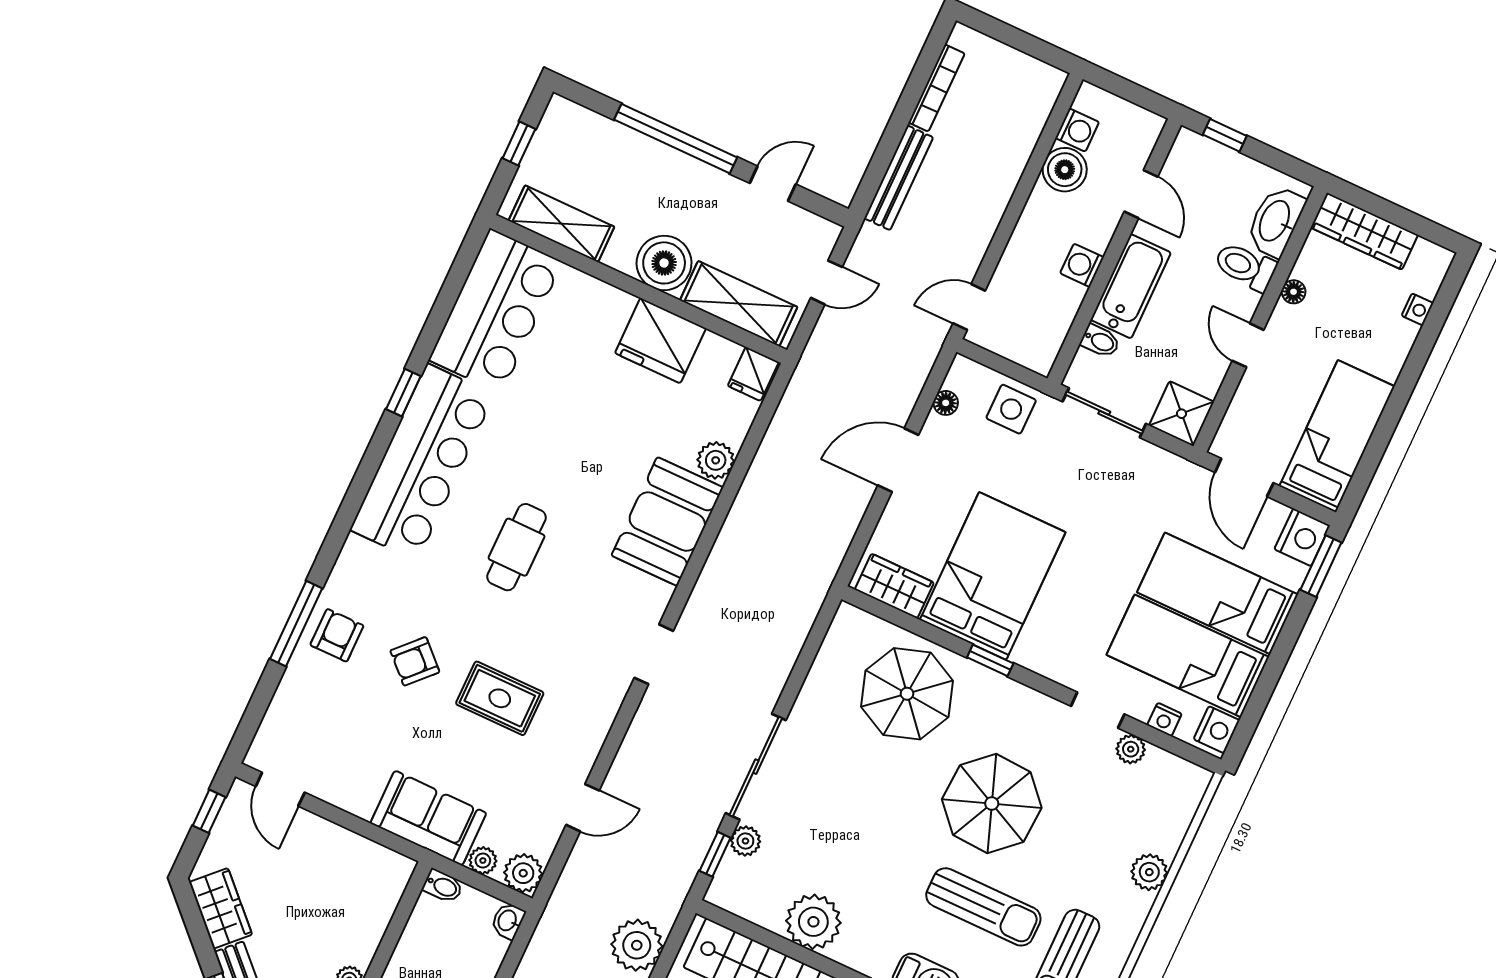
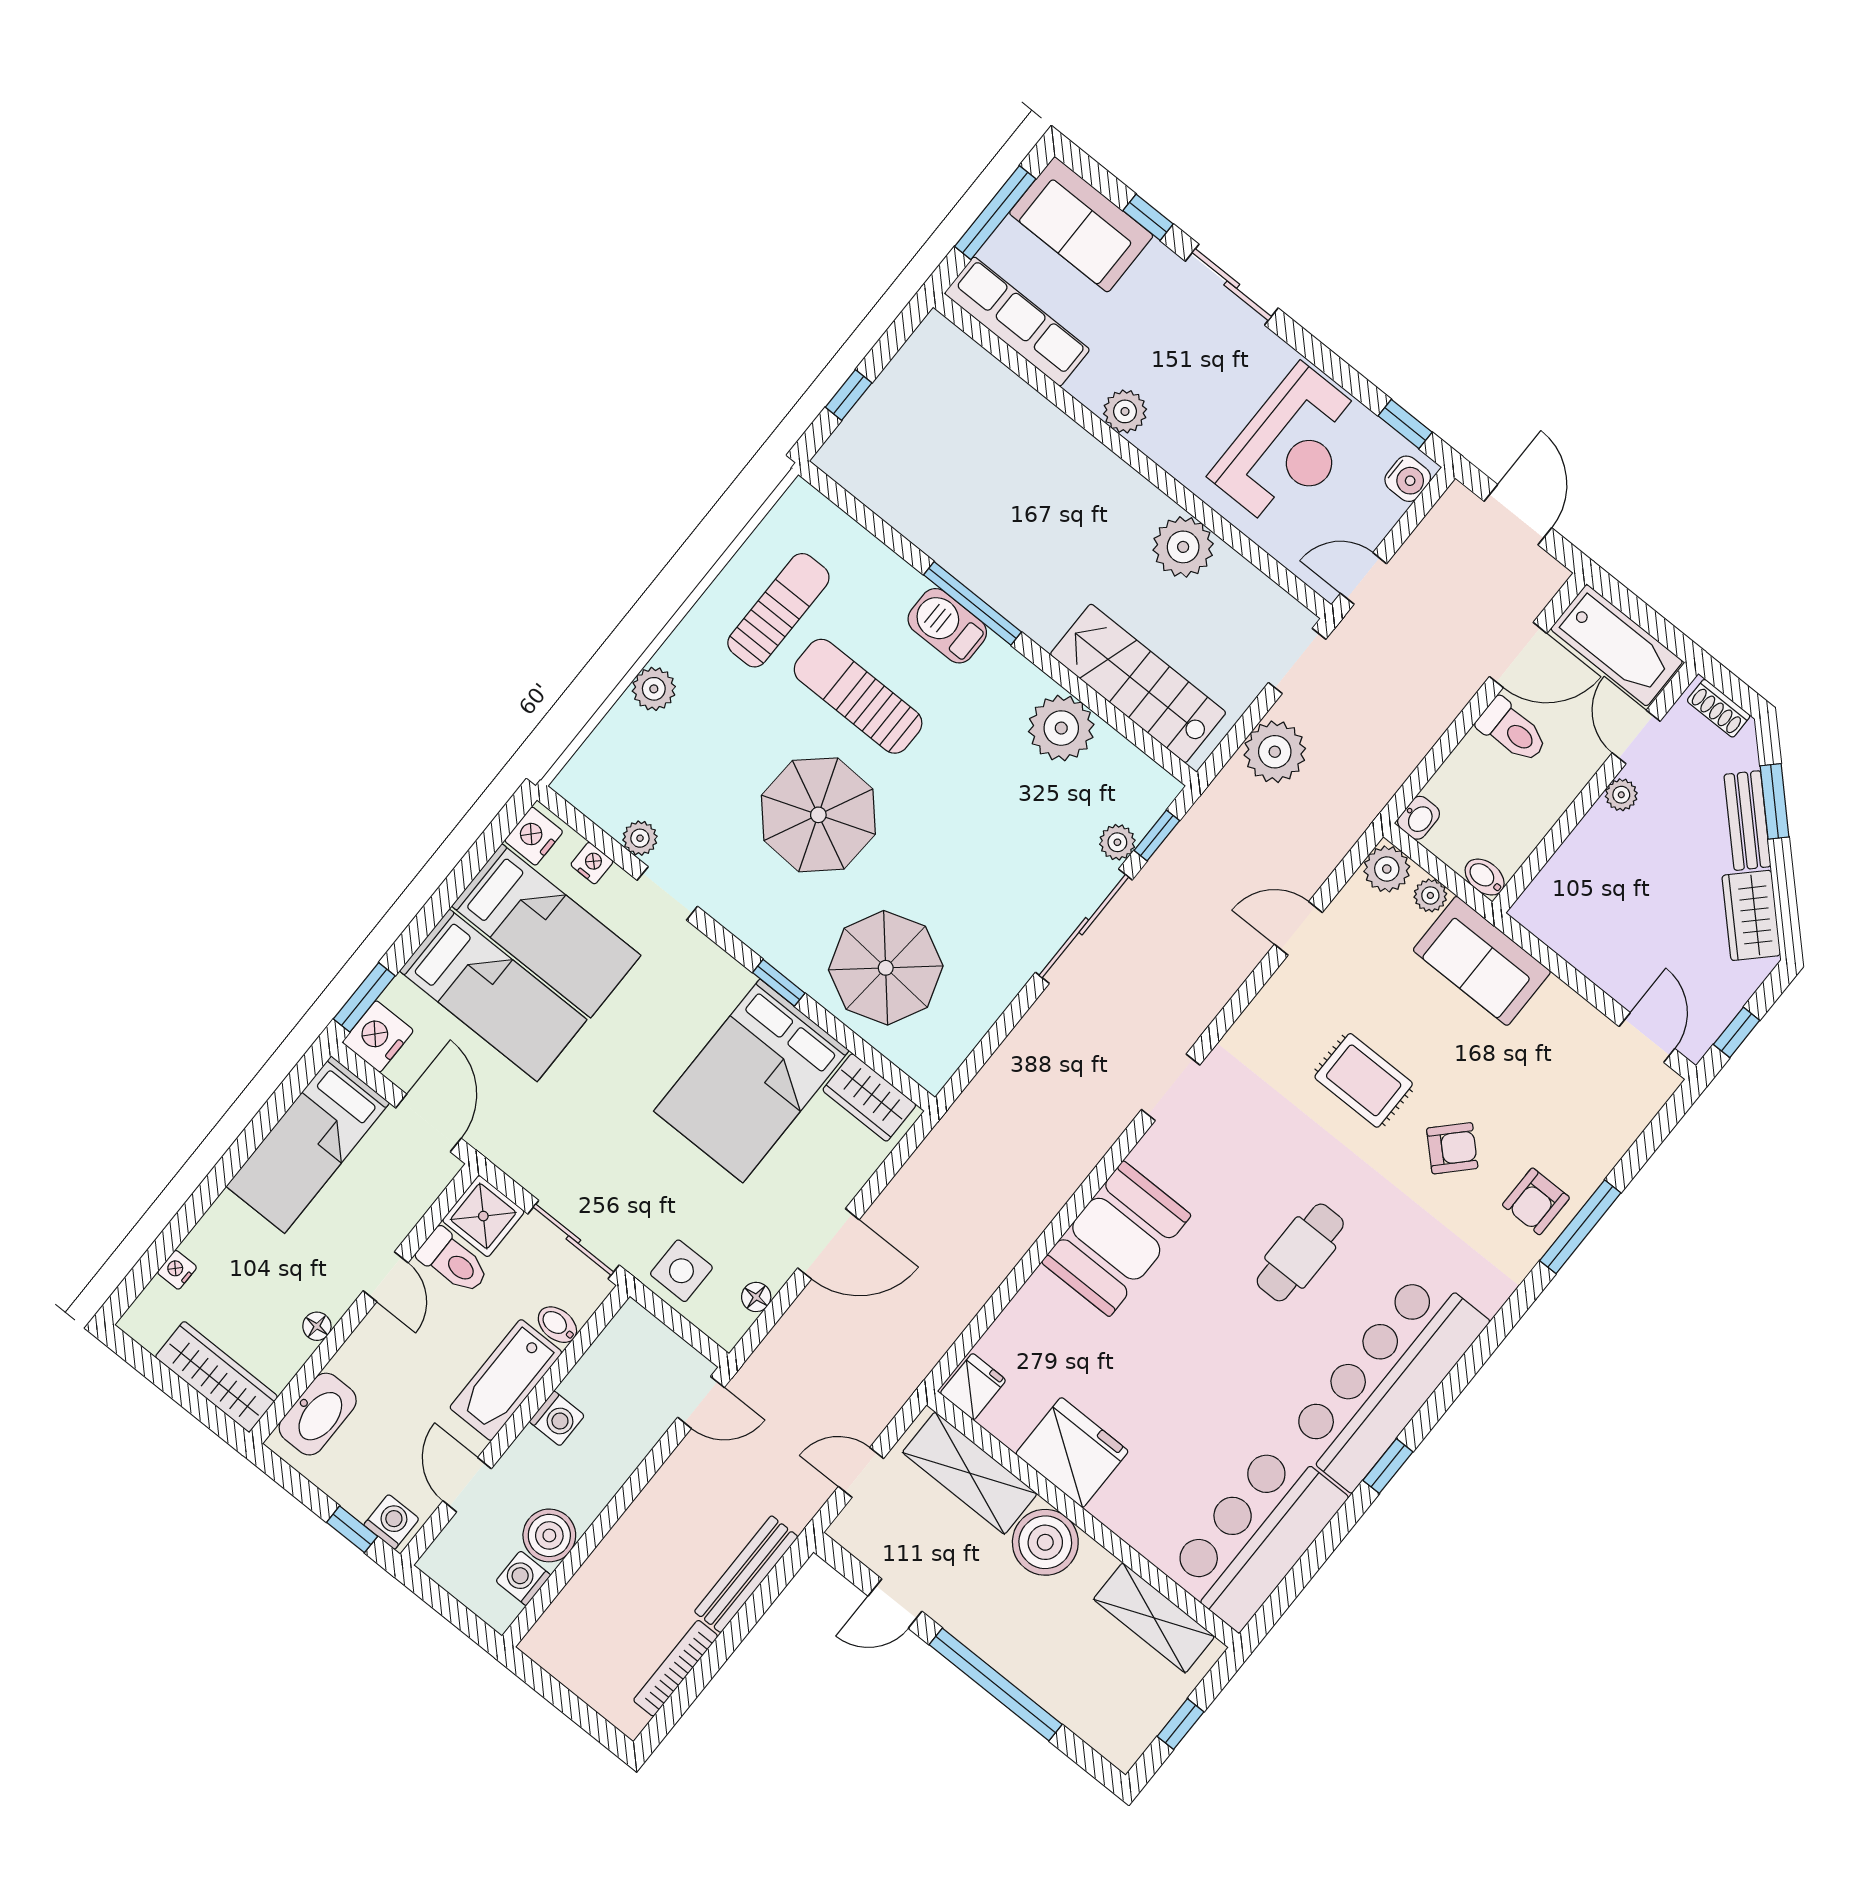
washing machine: (1195, 149) -> (391, 1522), added
toilet: (1245, 266) -> (453, 1261), moved
plant: (716, 460) -> (1042, 1296), removed

